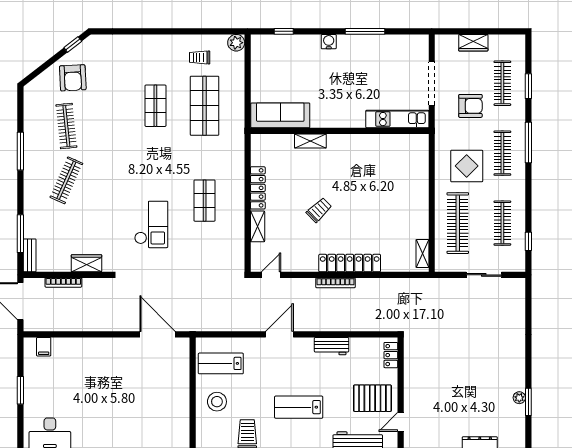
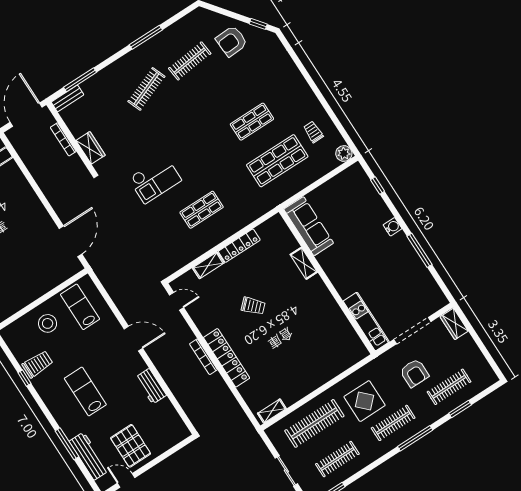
wardrobe: (473, 43) -> (454, 324), moved
clothes rail: (66, 180) -> (146, 89), turned -45
locker: (391, 355) -> (174, 438), removed

